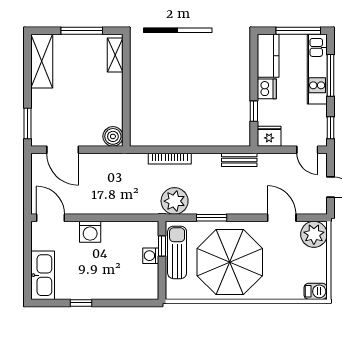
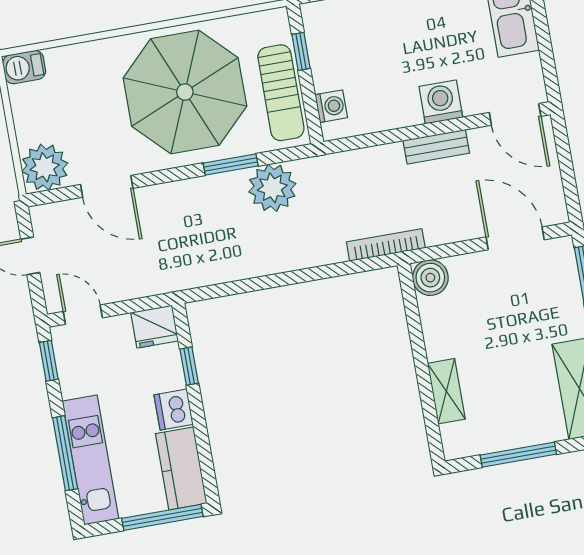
window: (298, 31) -> (162, 517), moved
shelving: (115, 55) -> (446, 391), moved
bookcase: (170, 159) -> (386, 245), moved
bench: (239, 160) -> (436, 147), moved
plant: (175, 201) -> (272, 188), moved
window: (162, 246) -> (301, 51), moved
washing machine: (151, 256) -> (331, 106), moved

